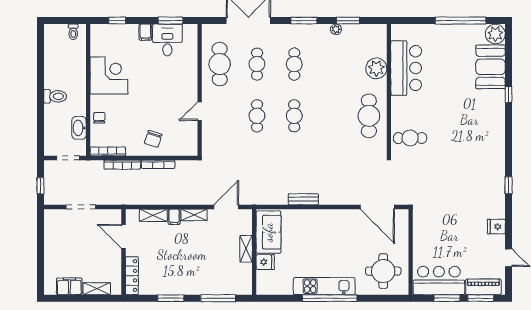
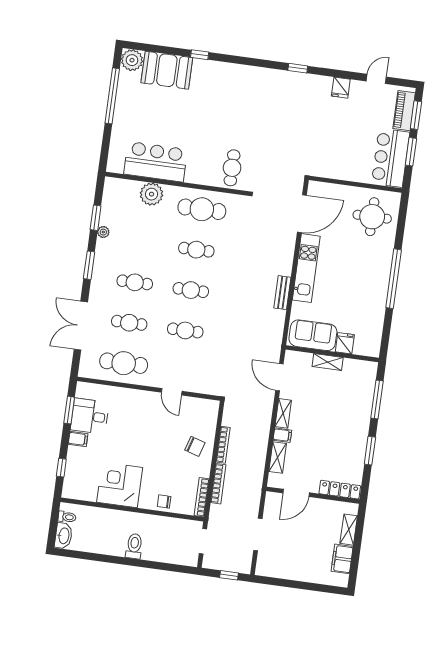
cafe table: (332, 116) -> (196, 250), added
washbasin: (79, 128) -> (64, 536), moved, turned -90
kitchen unit: (324, 286) -> (306, 268), moved, turned 180

